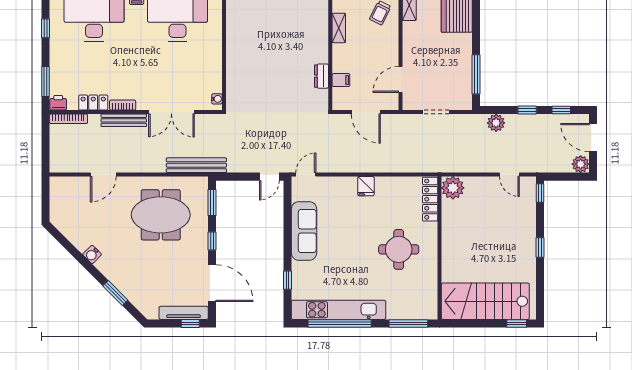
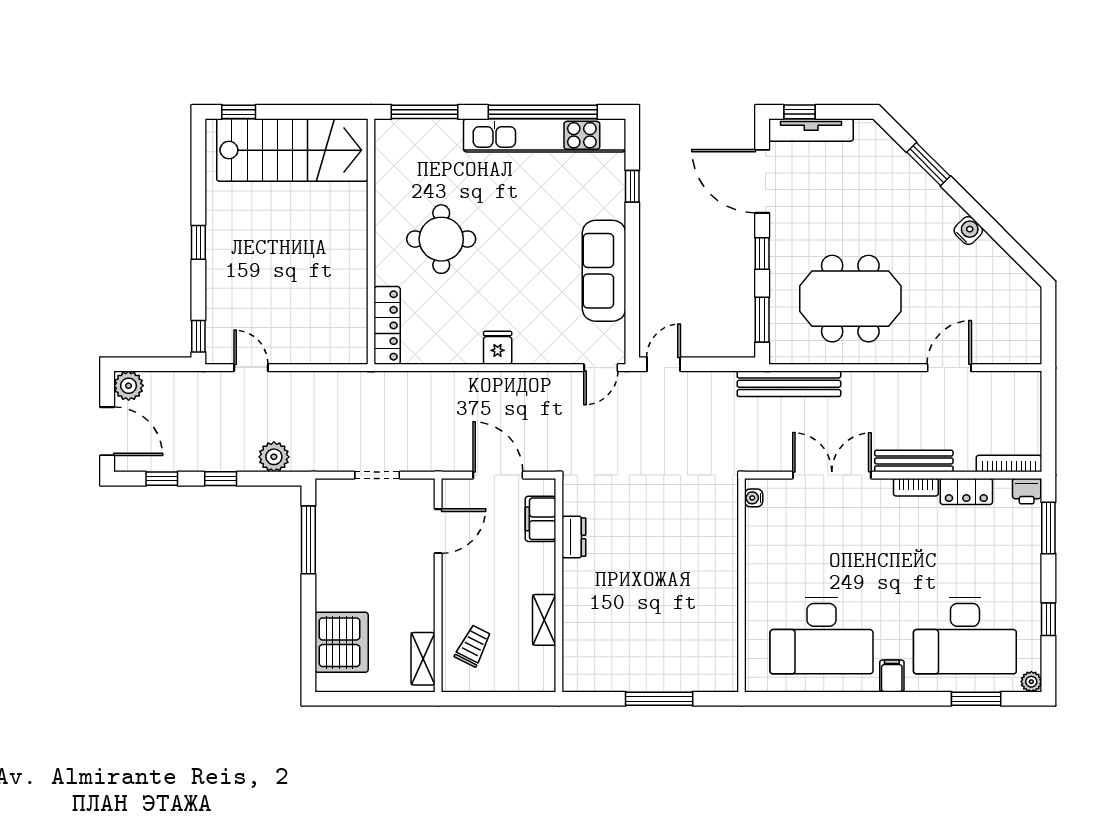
filing cabinet: (341, 80) -> (541, 519), width x2.00
plant: (453, 188) -> (348, 345), removed

